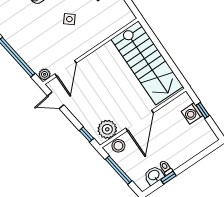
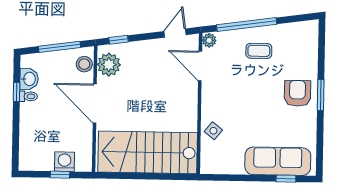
side table: (69, 19) -> (213, 131), moved
coffee table: (28, 37) -> (259, 51), added

